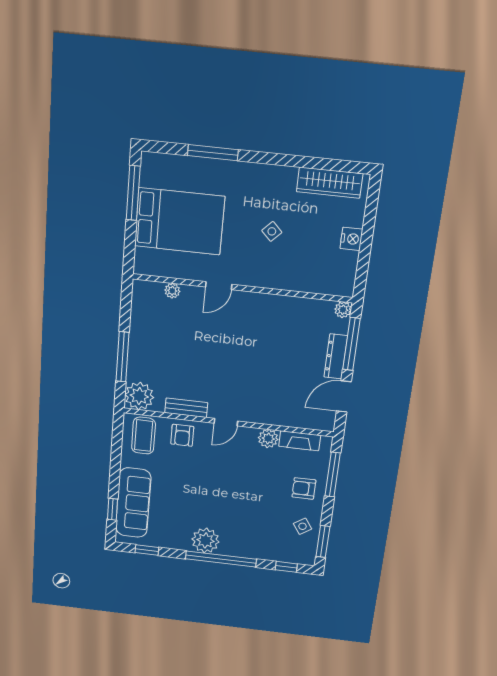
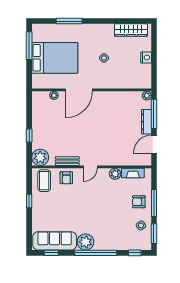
door: (219, 286) -> (79, 90), width x1.87
window: (122, 357) -> (29, 136), width x0.46
window: (333, 475) -> (154, 203), moved
sofa: (133, 503) -> (55, 241), moved, turned -90
window: (113, 509) -> (29, 201), moved

